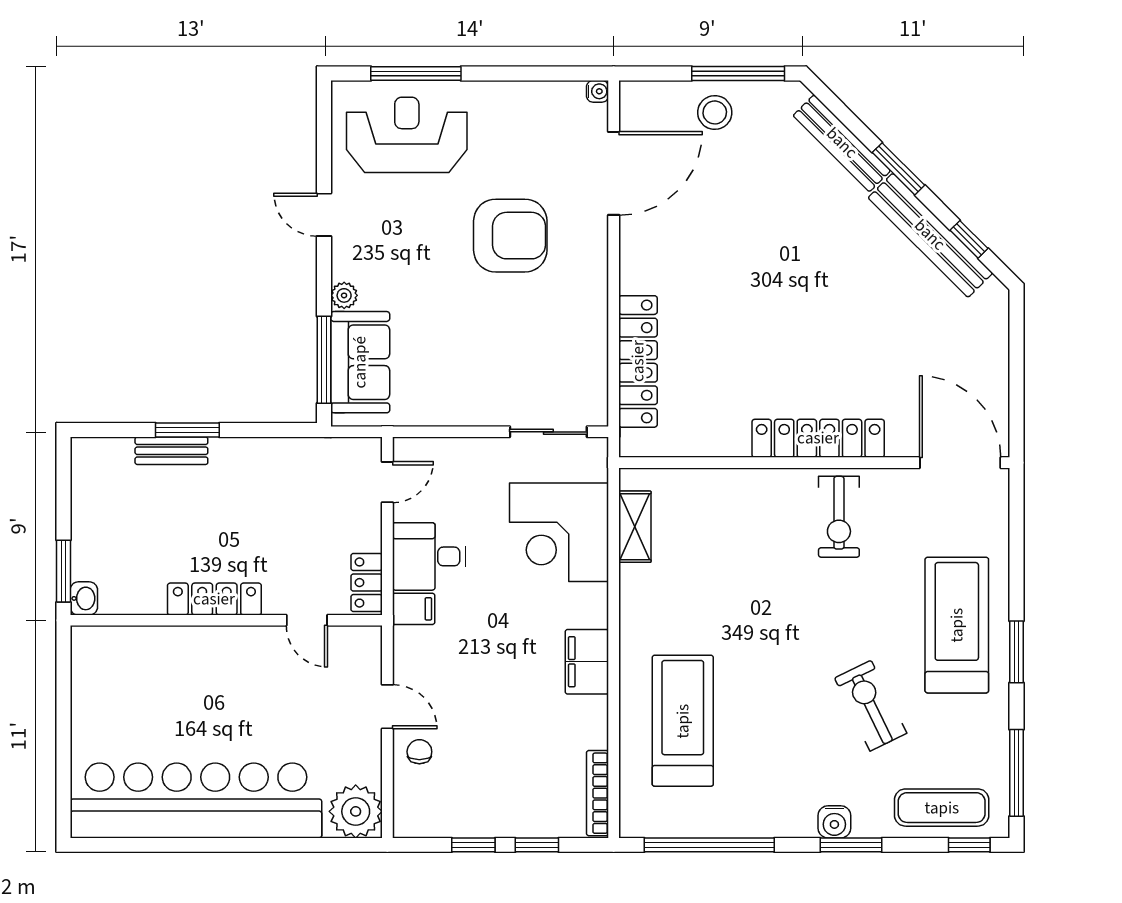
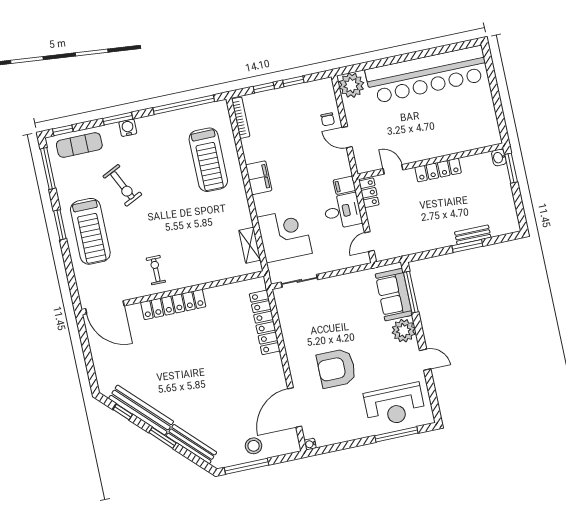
plant: (344, 295) -> (404, 331), width x1.88, depth x1.88
exercise bike: (839, 517) -> (156, 270), width x0.73, depth x0.72

